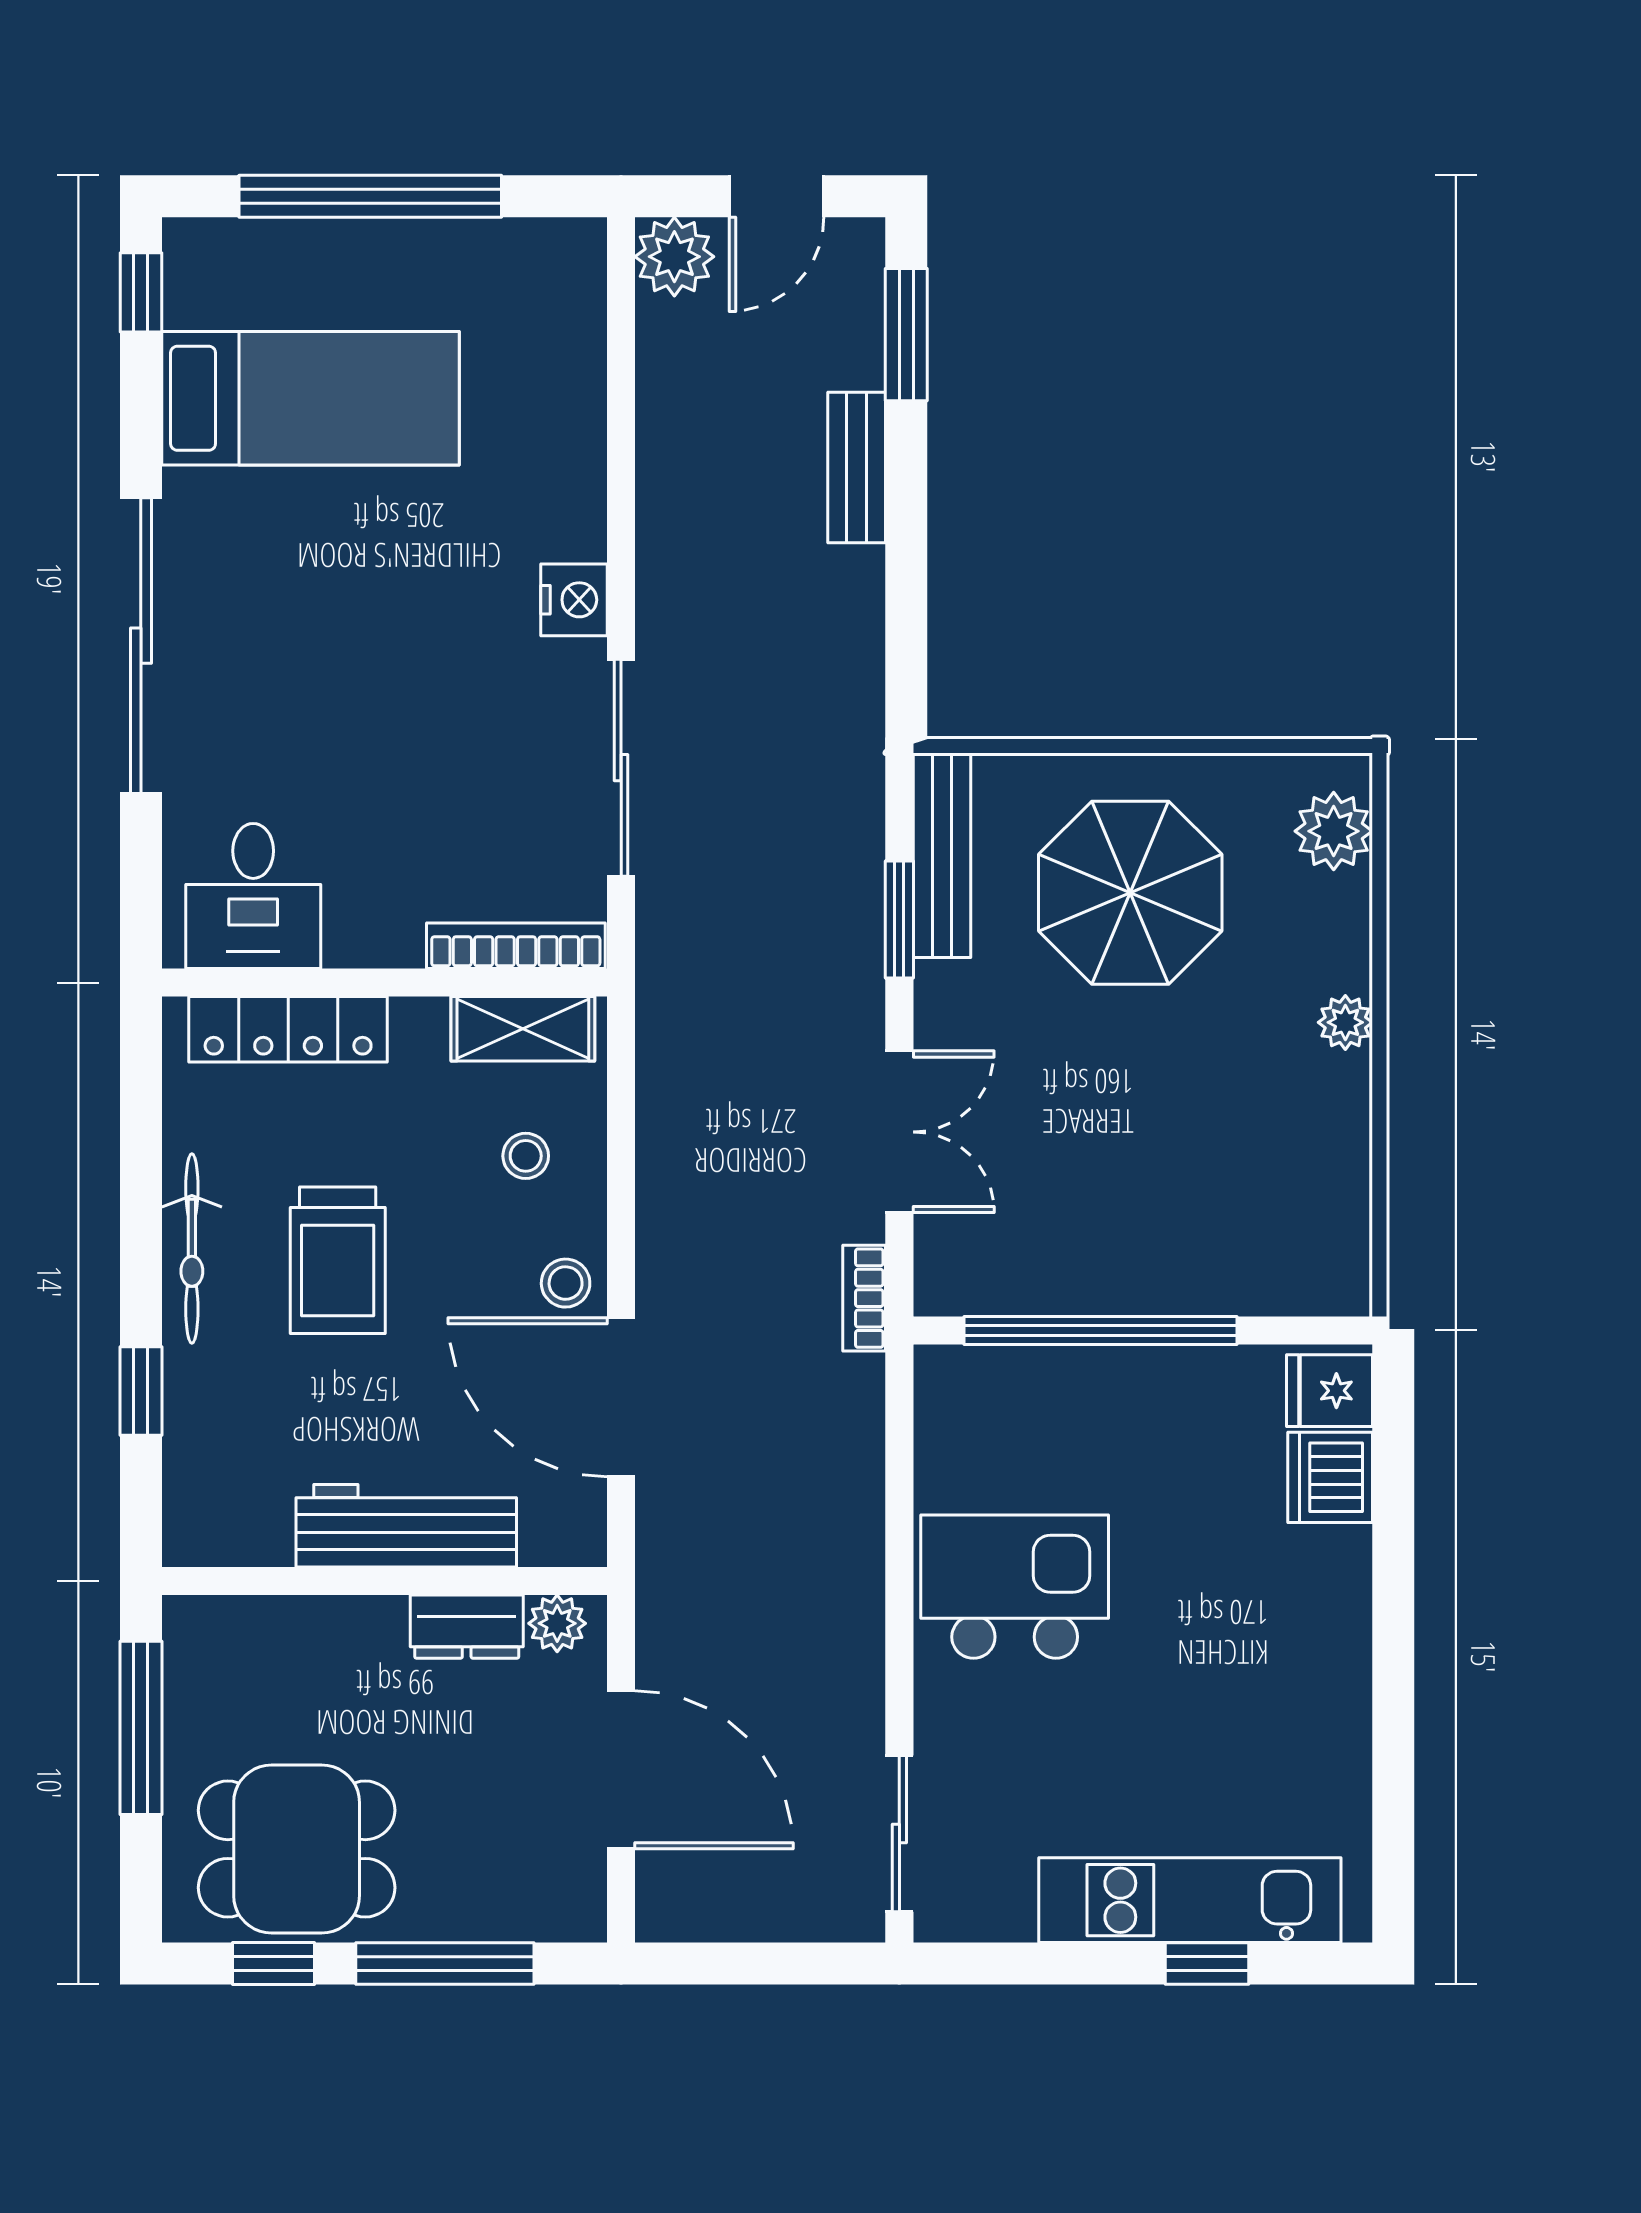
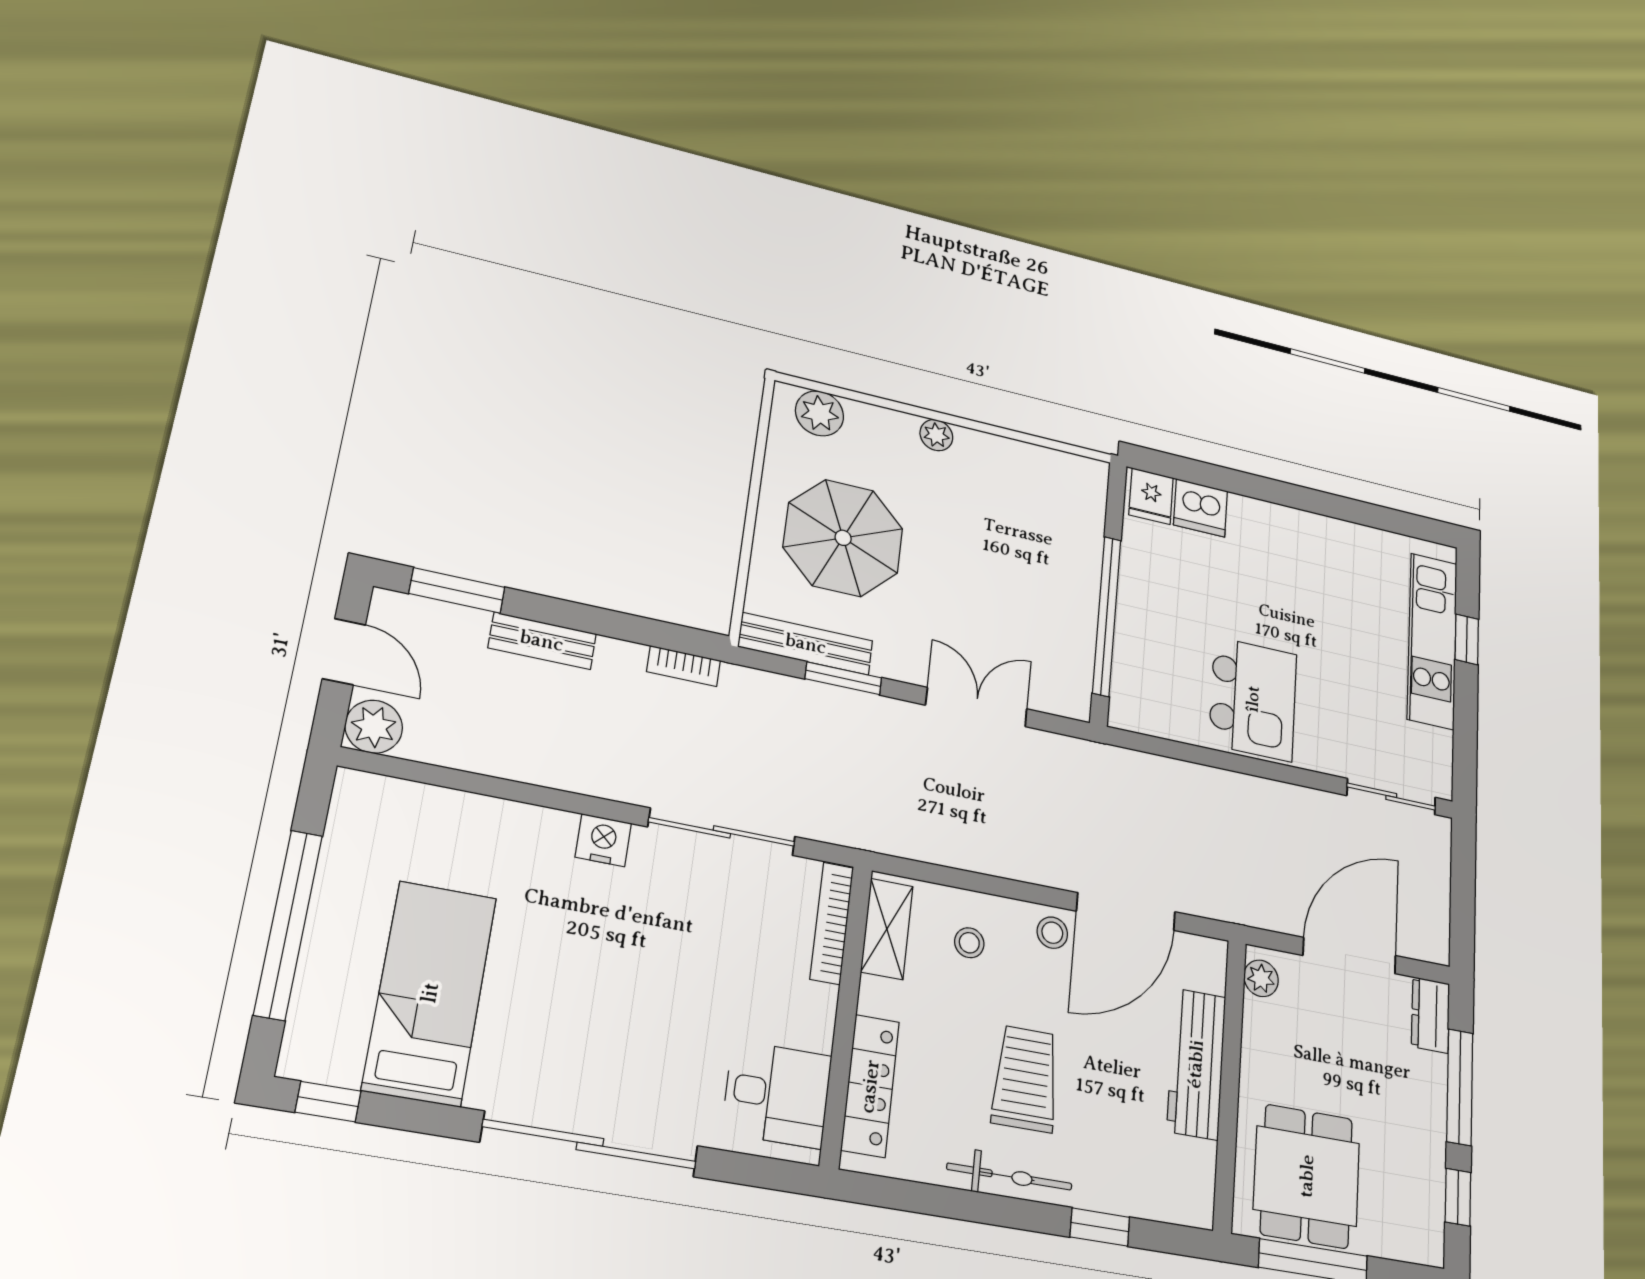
trolley: (338, 1260) -> (1026, 1079), turned -90
bookcase: (864, 1298) -> (684, 666), moved
kitchen island: (1015, 1587) -> (1253, 699), turned 180
dresser: (467, 1627) -> (1430, 1015), moved, turned 180
dining table: (297, 1849) -> (1307, 1176), moved

